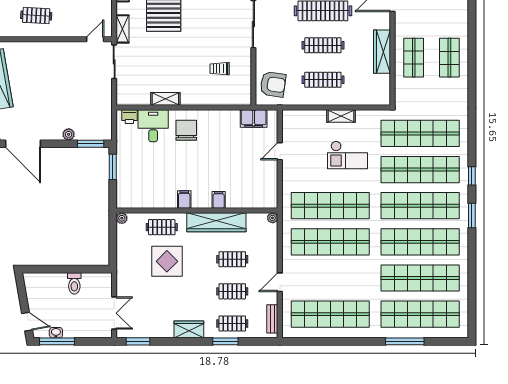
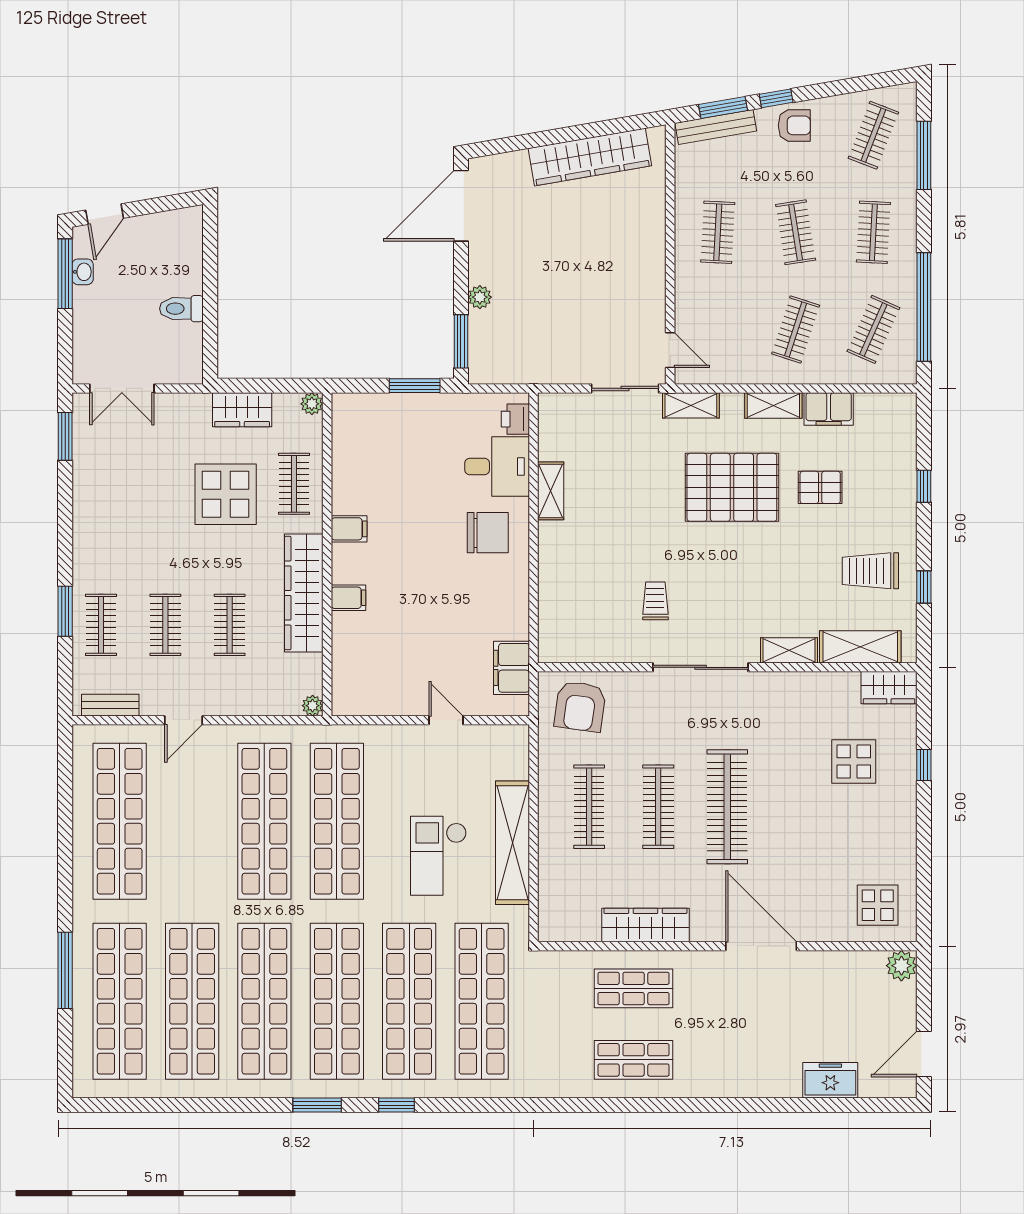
trolley: (220, 69) -> (655, 601), moved
shelving: (341, 116) -> (512, 843), width x2.20, depth x1.33
door: (280, 282) -> (184, 720), swing flipped
wardrobe: (189, 329) -> (242, 410), moved, turned 90

